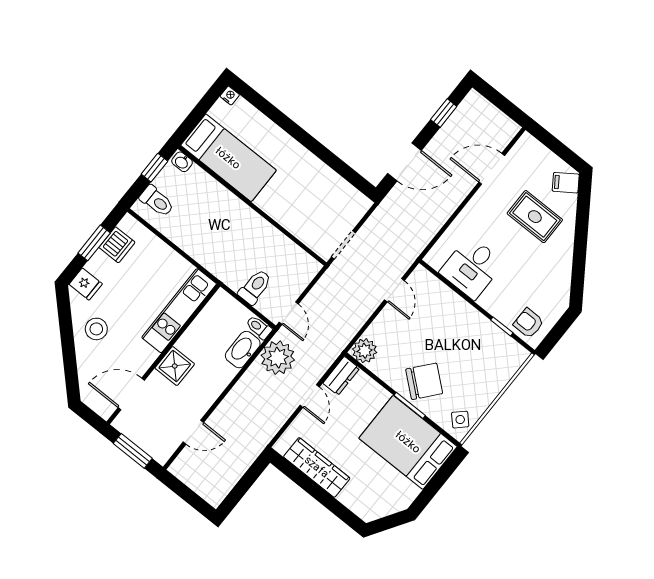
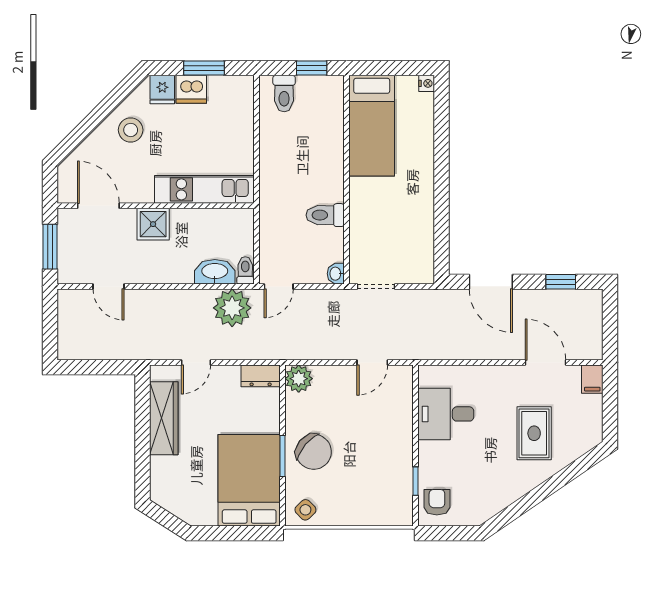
washbasin: (182, 162) -> (336, 274), moved
filing cabinet: (566, 183) -> (592, 379), moved, turned -146
dishwasher: (117, 245) -> (191, 89), moved
toilet: (255, 287) -> (325, 215), moved, turned 180
door: (310, 396) -> (196, 362), moved

